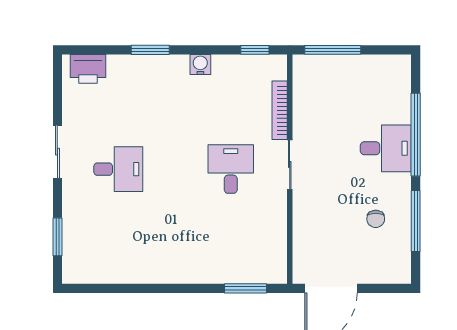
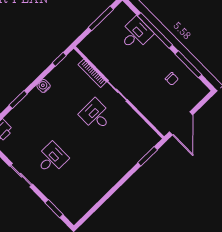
window: (333, 50) -> (101, 18), moved
desk: (386, 148) -> (136, 34), moved

